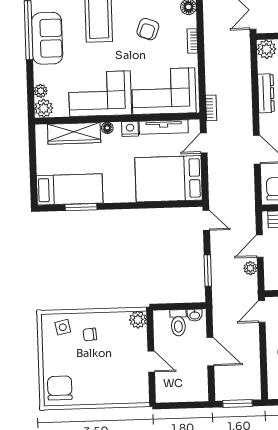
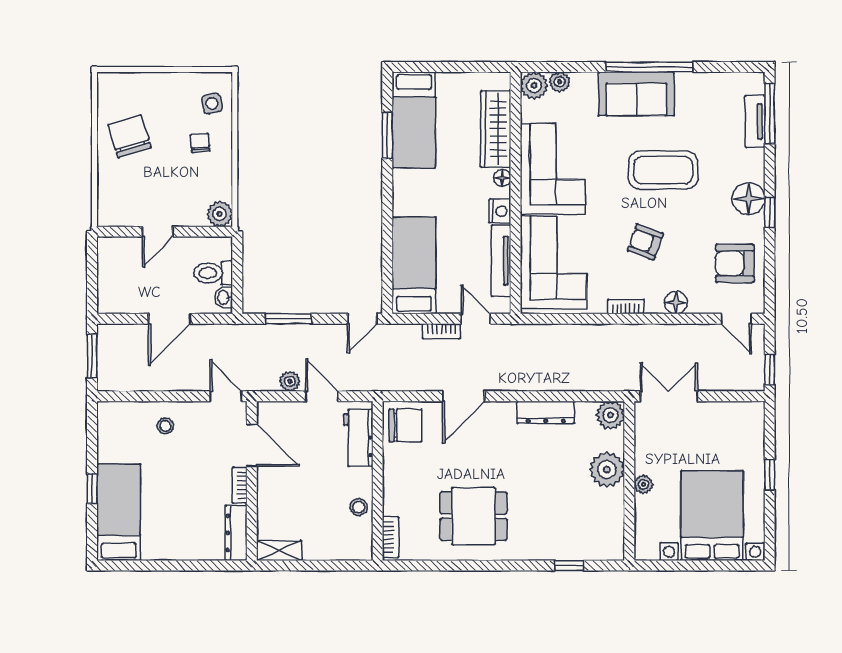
bookcase: (211, 108) -> (441, 331), moved
bed: (169, 179) -> (414, 265), width x0.67
chair: (60, 388) -> (130, 136), moved, turned -107

